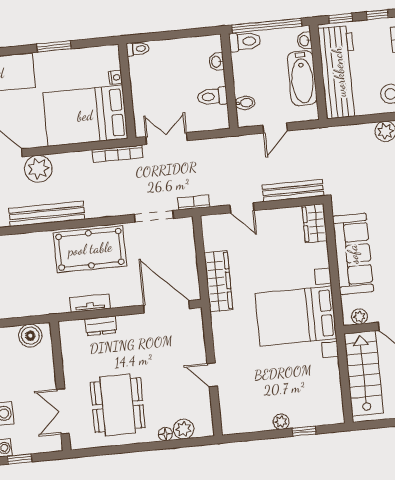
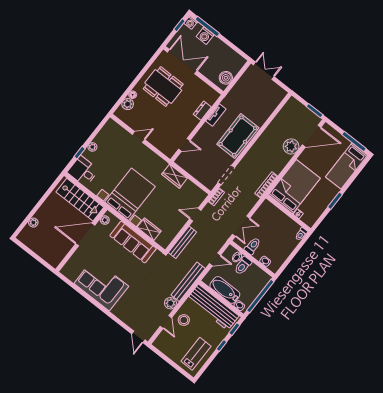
toilet: (245, 42) -> (243, 266), moved
door: (275, 128) -> (215, 259), swing flipped
double door: (166, 139) -> (241, 226), moved
bench: (47, 214) -> (188, 282), moved
wardrobe: (315, 223) -> (149, 229), moved
wardrobe: (218, 281) -> (174, 176), width x0.67
door: (166, 307) -> (184, 145), width x0.53
desk: (323, 404) -> (83, 171), added
double door: (63, 411) -> (182, 62), width x1.37

